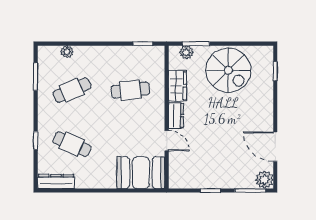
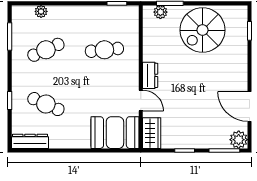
spiral stairs: (228, 70) -> (203, 30), turned 90
wardrobe: (177, 86) -> (152, 133), moved

